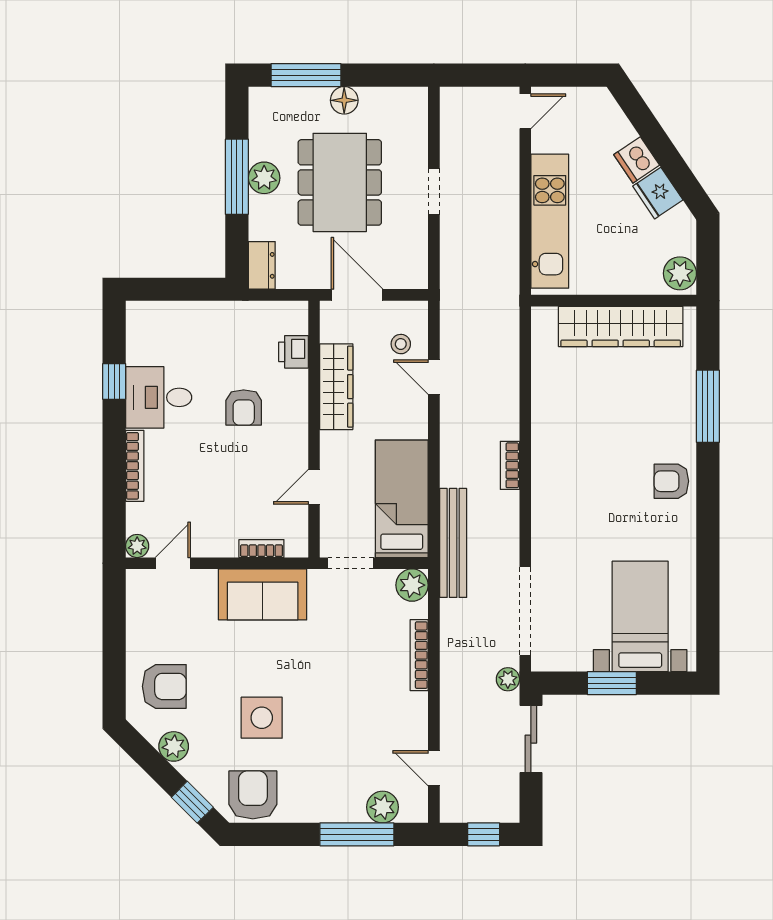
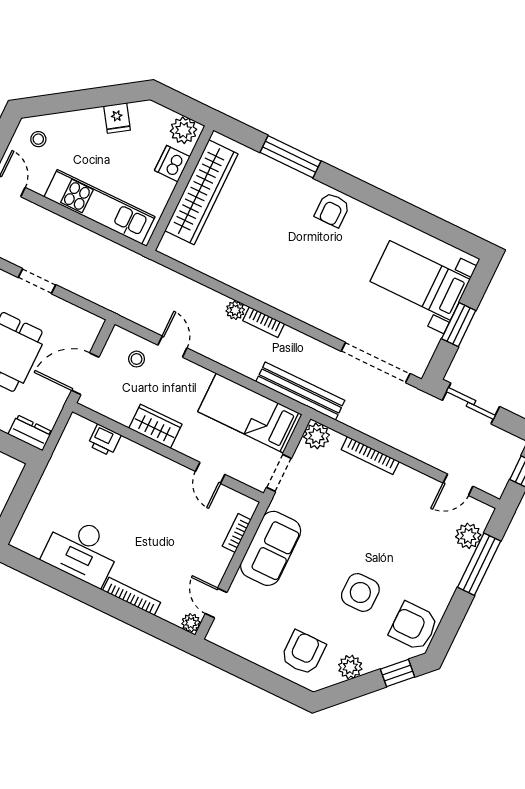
stool: (592, 117) -> (38, 139), added
dishwasher: (637, 160) -> (172, 164), moved, turned 124
fridge: (658, 193) -> (117, 118), width x0.72
door: (434, 377) -> (172, 347), swing flipped
window: (114, 381) -> (63, 582), removed
wardrobe: (336, 387) -> (155, 426), width x0.67
desk: (159, 397) -> (82, 551), width x1.37
armchair: (244, 408) -> (127, 496), removed
plant: (508, 679) -> (235, 310), moved

